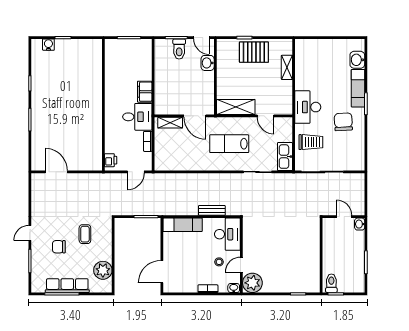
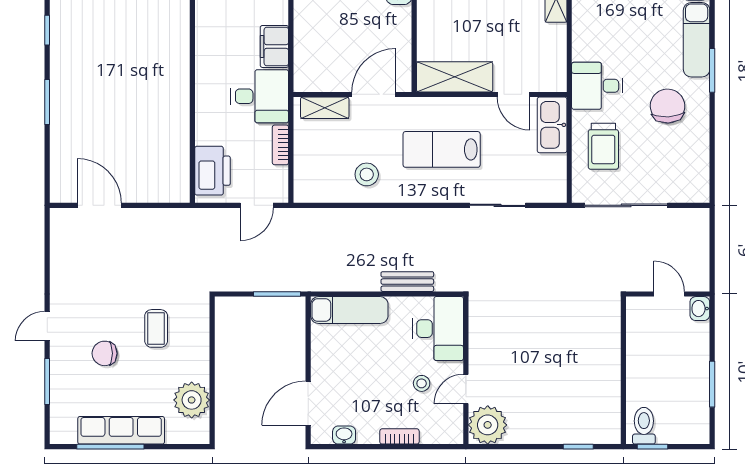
desk: (308, 107) -> (597, 86), width x0.73
door: (195, 116) -> (374, 94), swing flipped
trolley: (311, 142) -> (603, 146), turned 90
stool: (191, 156) -> (367, 174), added
kitchen sink: (285, 157) -> (552, 125), moved
printer: (111, 160) -> (213, 171), width x1.87, depth x1.48
washbasin: (234, 288) -> (344, 435), moved

